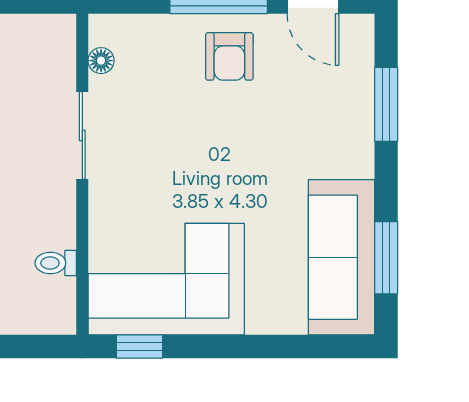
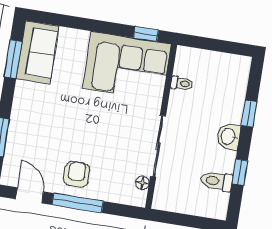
sliding door: (82, 135) -> (158, 146), width x1.37
sofa: (341, 257) -> (38, 52), width x0.73

